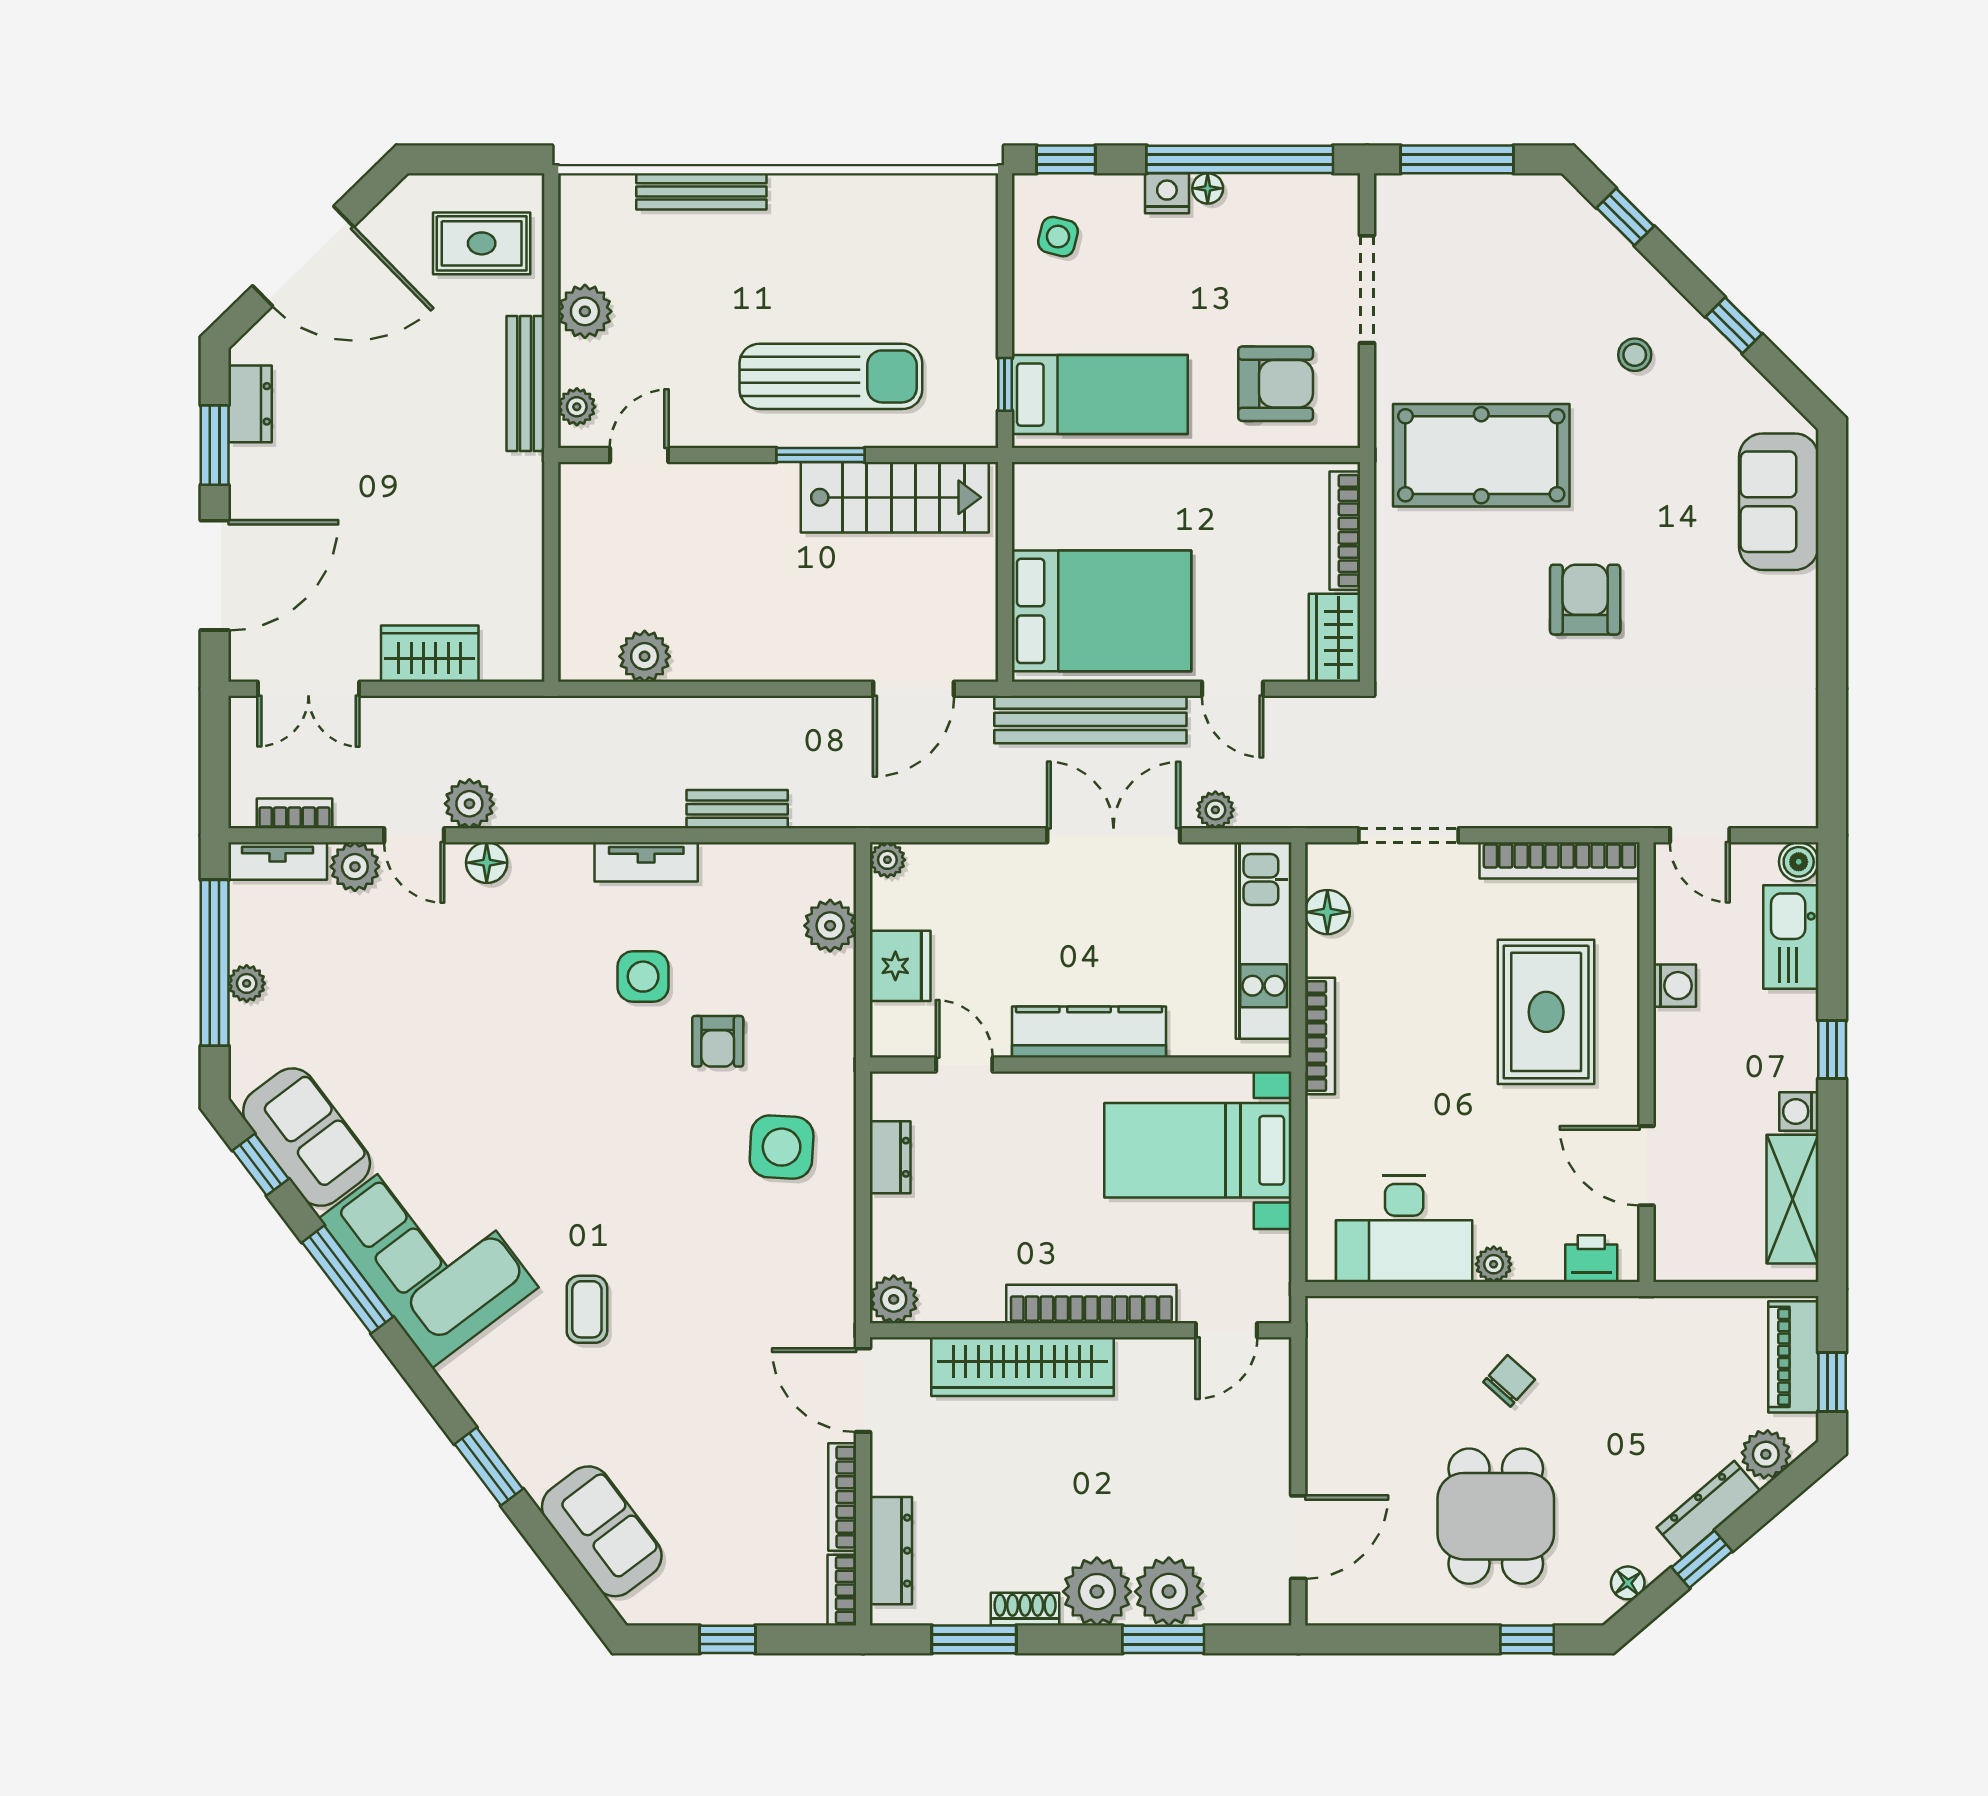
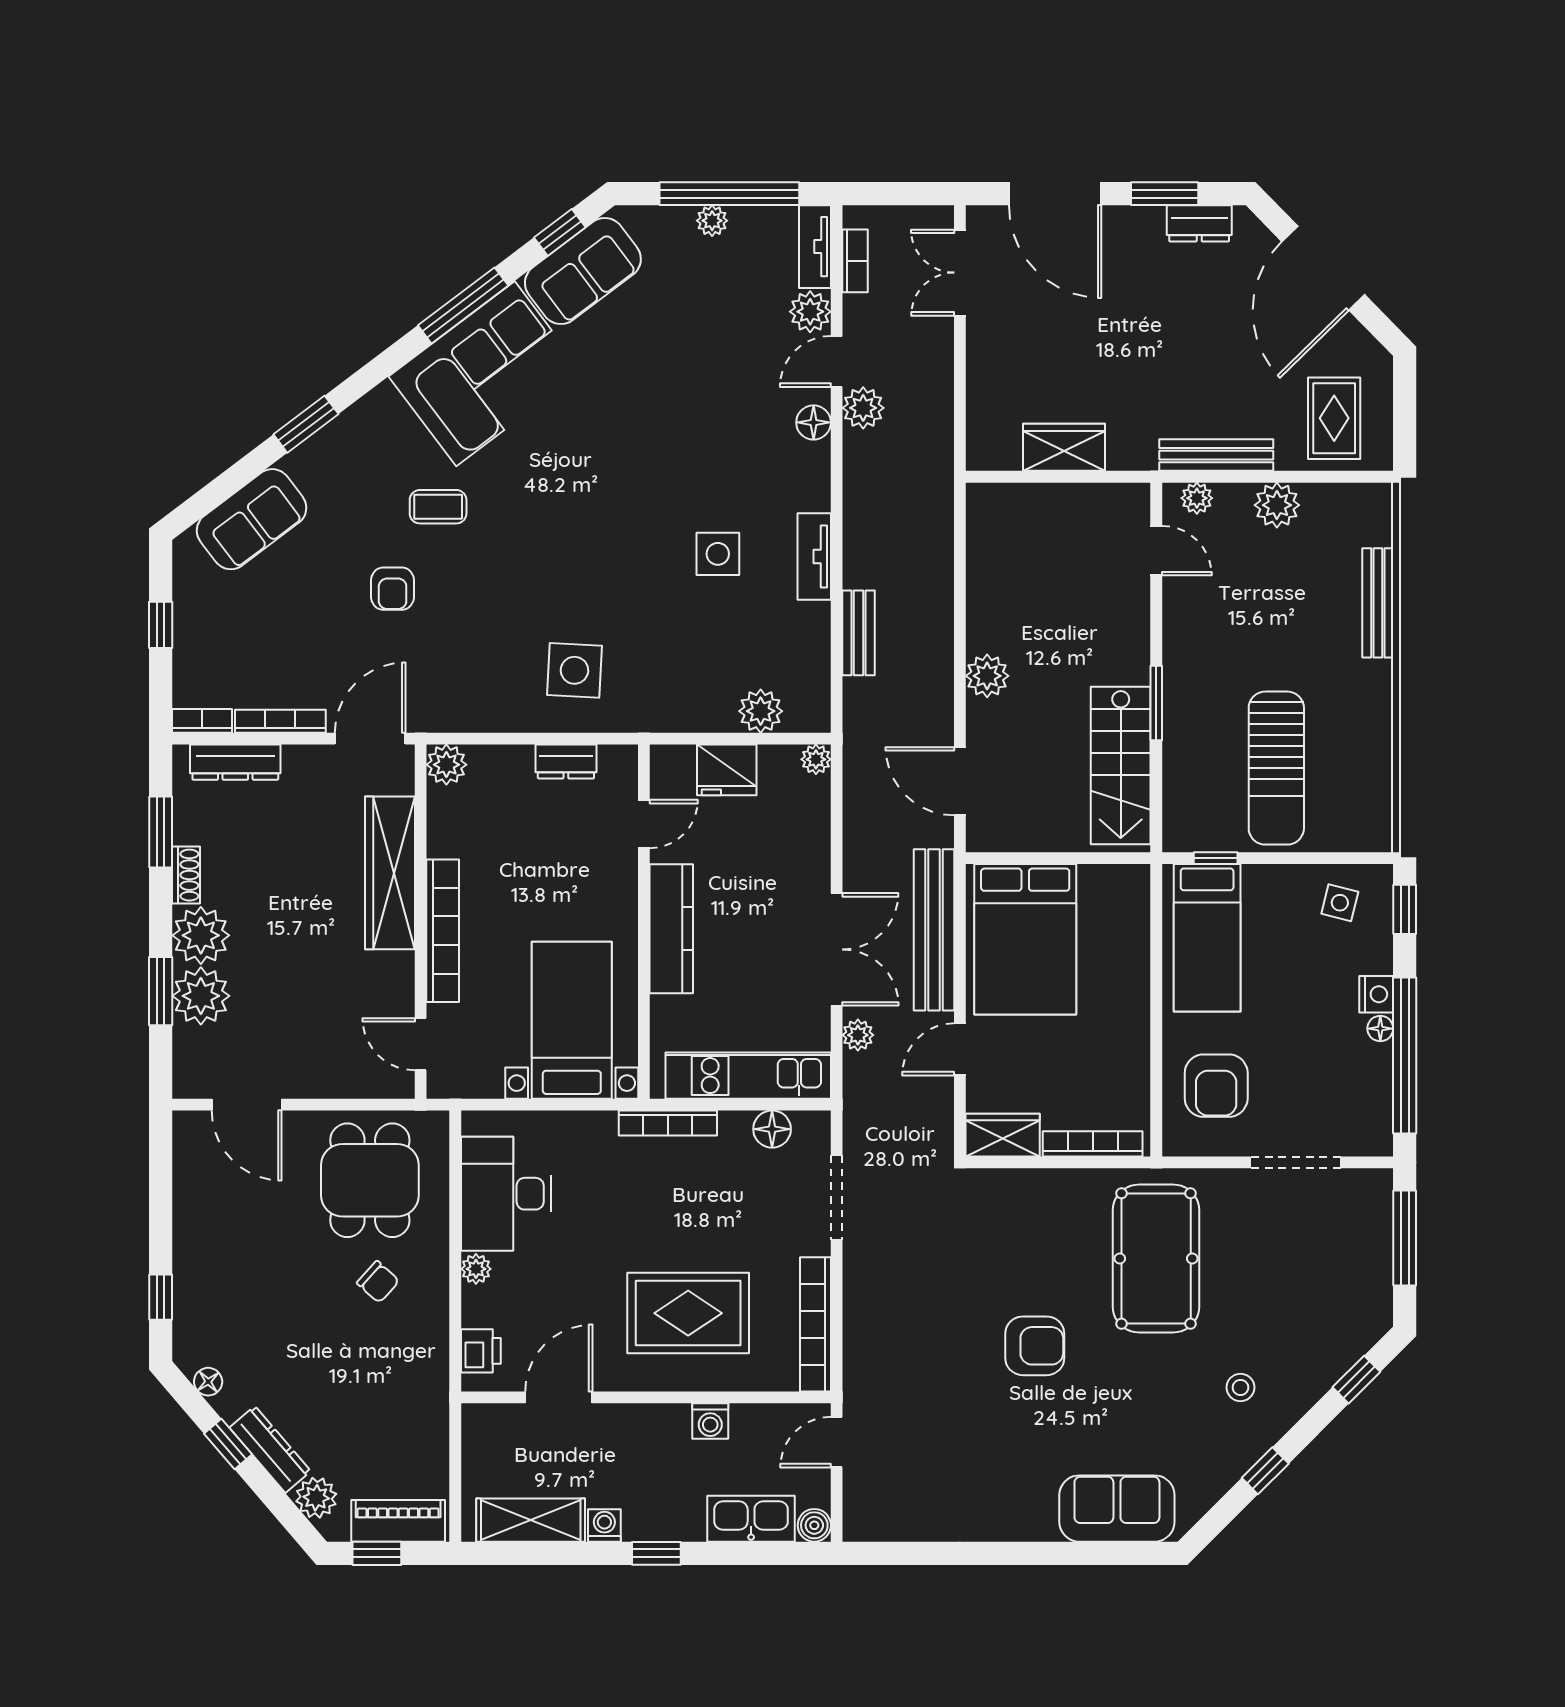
sun lounger: (831, 376) -> (1276, 768), moved
wardrobe: (430, 654) -> (1064, 447), moved, turned -90
plant: (645, 656) -> (987, 676), moved
armchair: (718, 1041) -> (393, 589), moved, turned -90
dining table: (1496, 1516) -> (370, 1180), moved, turned 90

